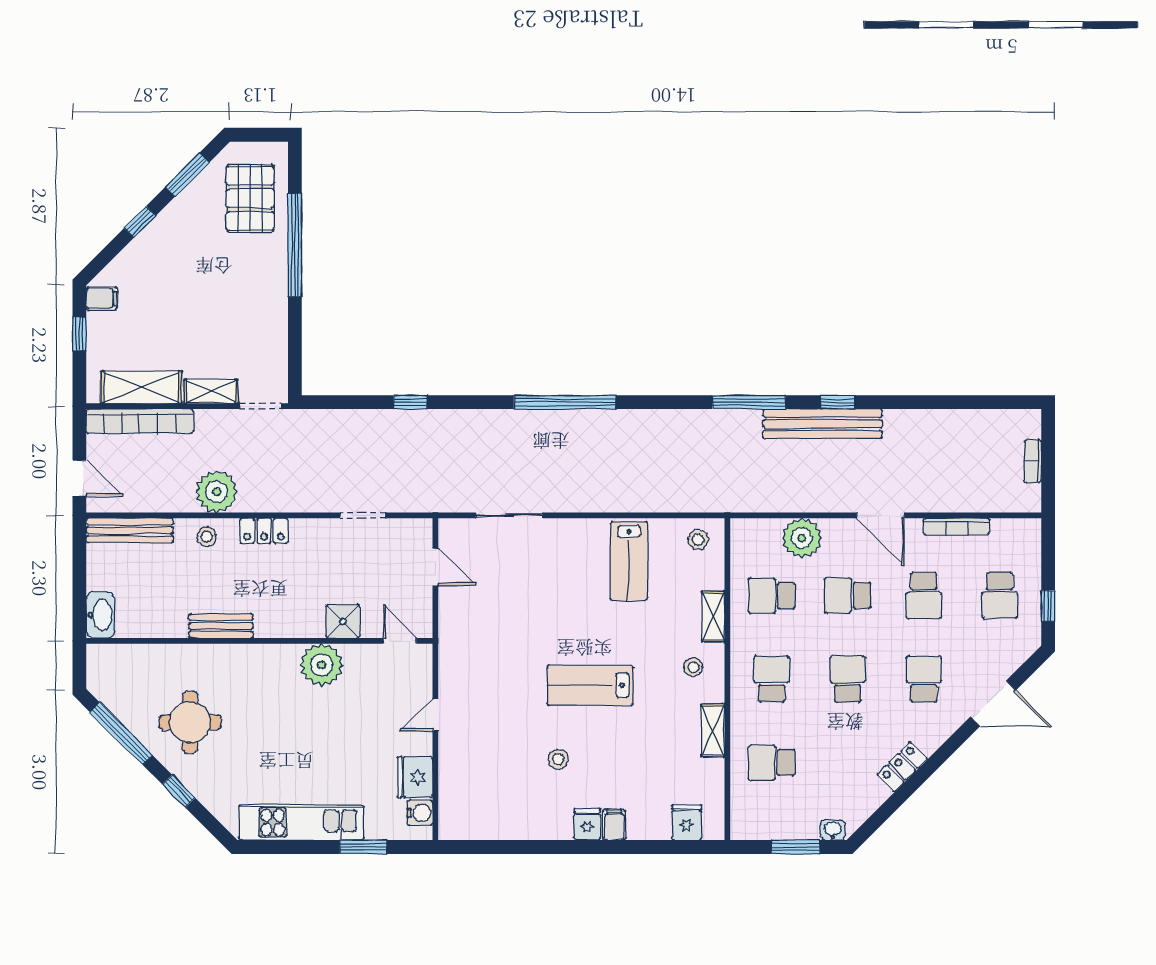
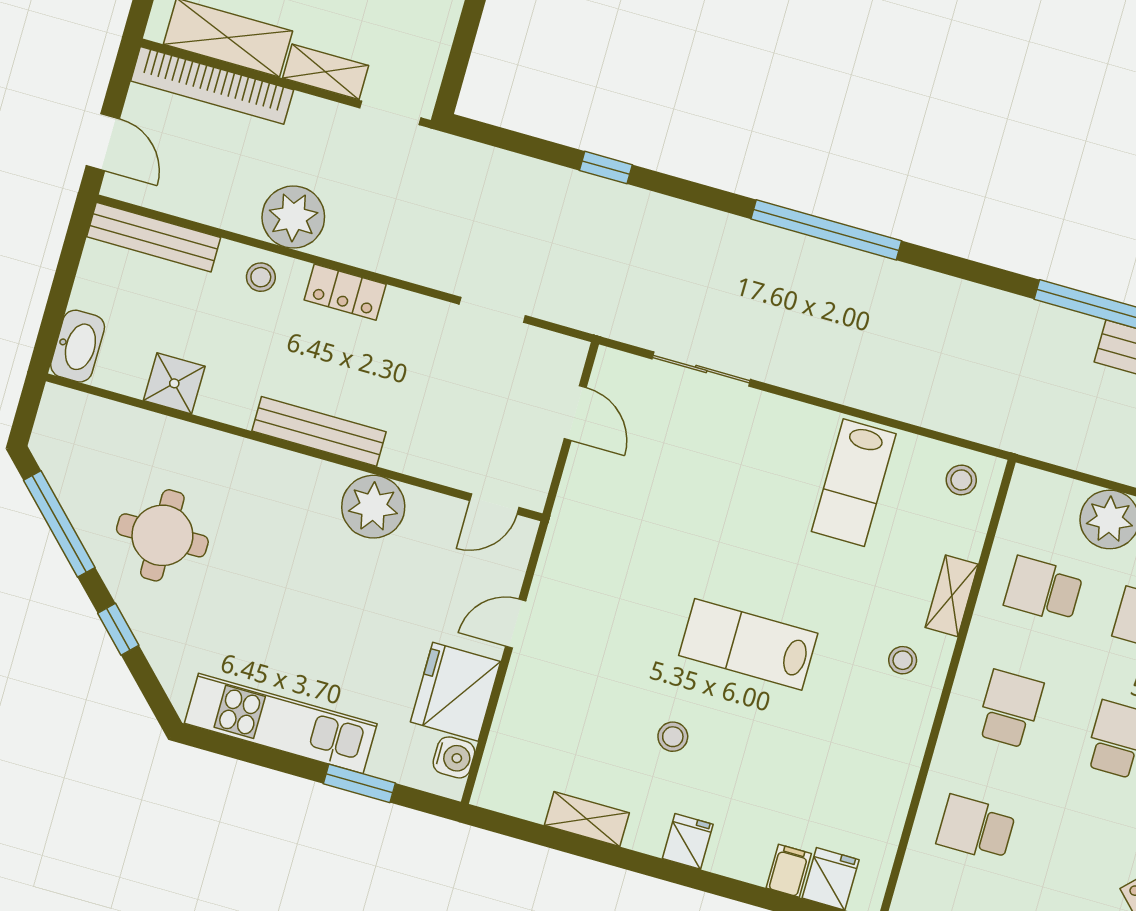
shower: (343, 621) -> (174, 383), moved
bench: (221, 626) -> (319, 431), moved, width x1.36
door: (400, 641) -> (494, 504), swing flipped
shelving: (713, 730) -> (587, 819), moved, turned 90
fridge: (415, 777) -> (456, 692), width x1.36, depth x1.34
filing cabinet: (614, 825) -> (789, 871), moved

